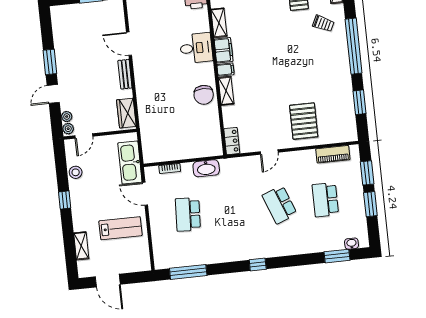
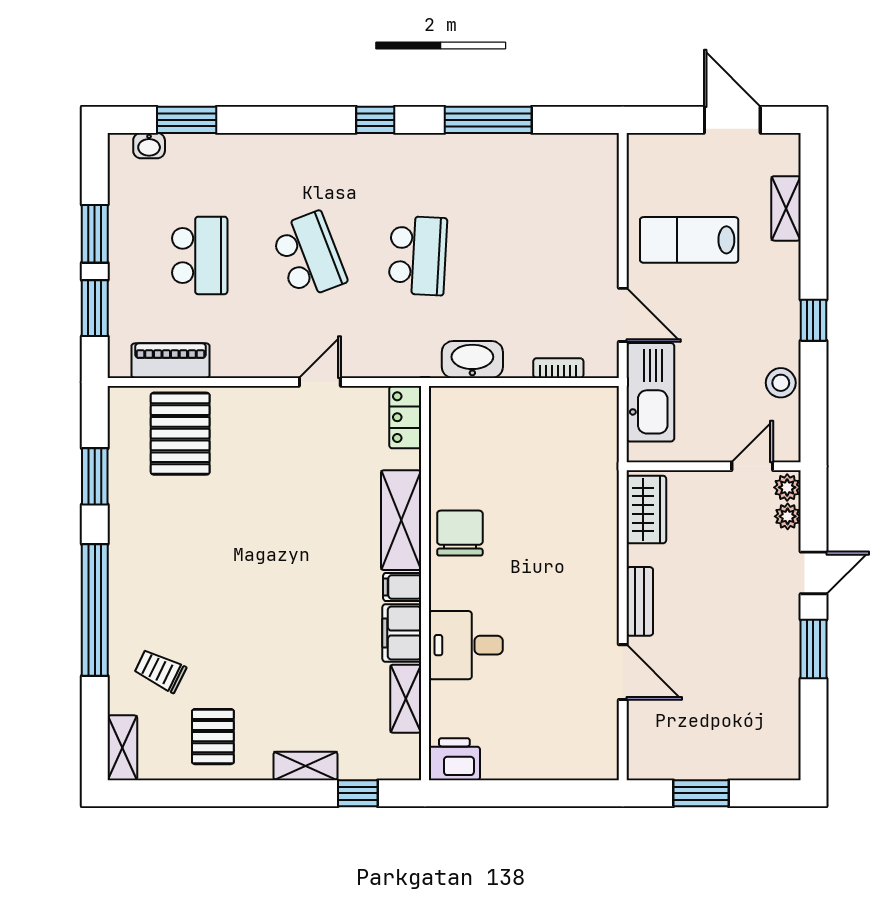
shelving: (226, 91) -> (401, 520), width x1.50, depth x1.33
pallet: (304, 121) -> (180, 434), moved
school desk: (188, 214) -> (418, 255), moved
window: (188, 272) -> (488, 120), moved

